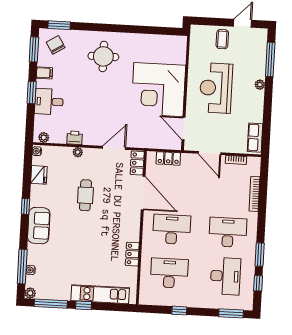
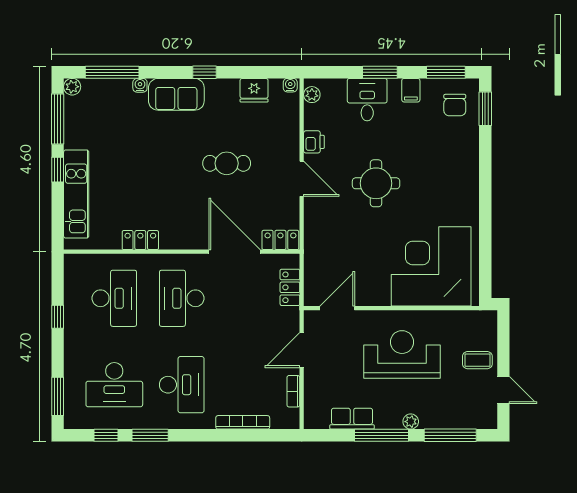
chair: (56, 45) -> (455, 105), turned 122
round table: (103, 56) -> (376, 183), moved
corner desk: (158, 90) -> (431, 266), moved
window: (268, 104) -> (382, 435), added
row of seats: (255, 138) -> (352, 419), moved
door: (114, 148) -> (302, 179), moved
plant: (78, 152) -> (292, 148), removed
door: (143, 193) -> (235, 252), swing flipped
desk: (172, 229) -> (182, 298), turned 180
water cooler: (30, 270) -> (140, 85), moved

